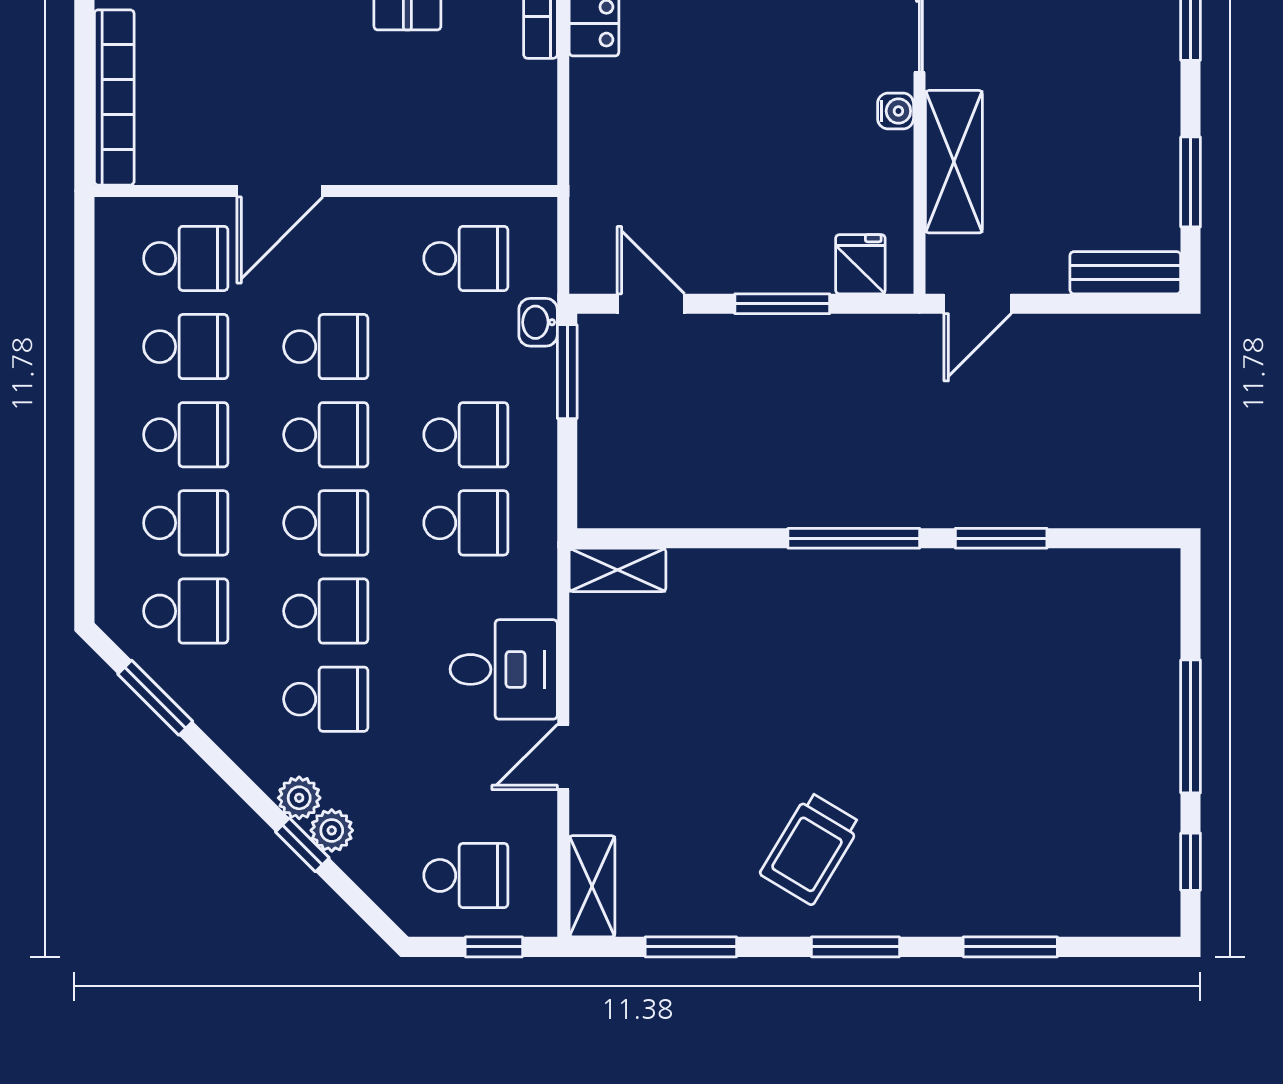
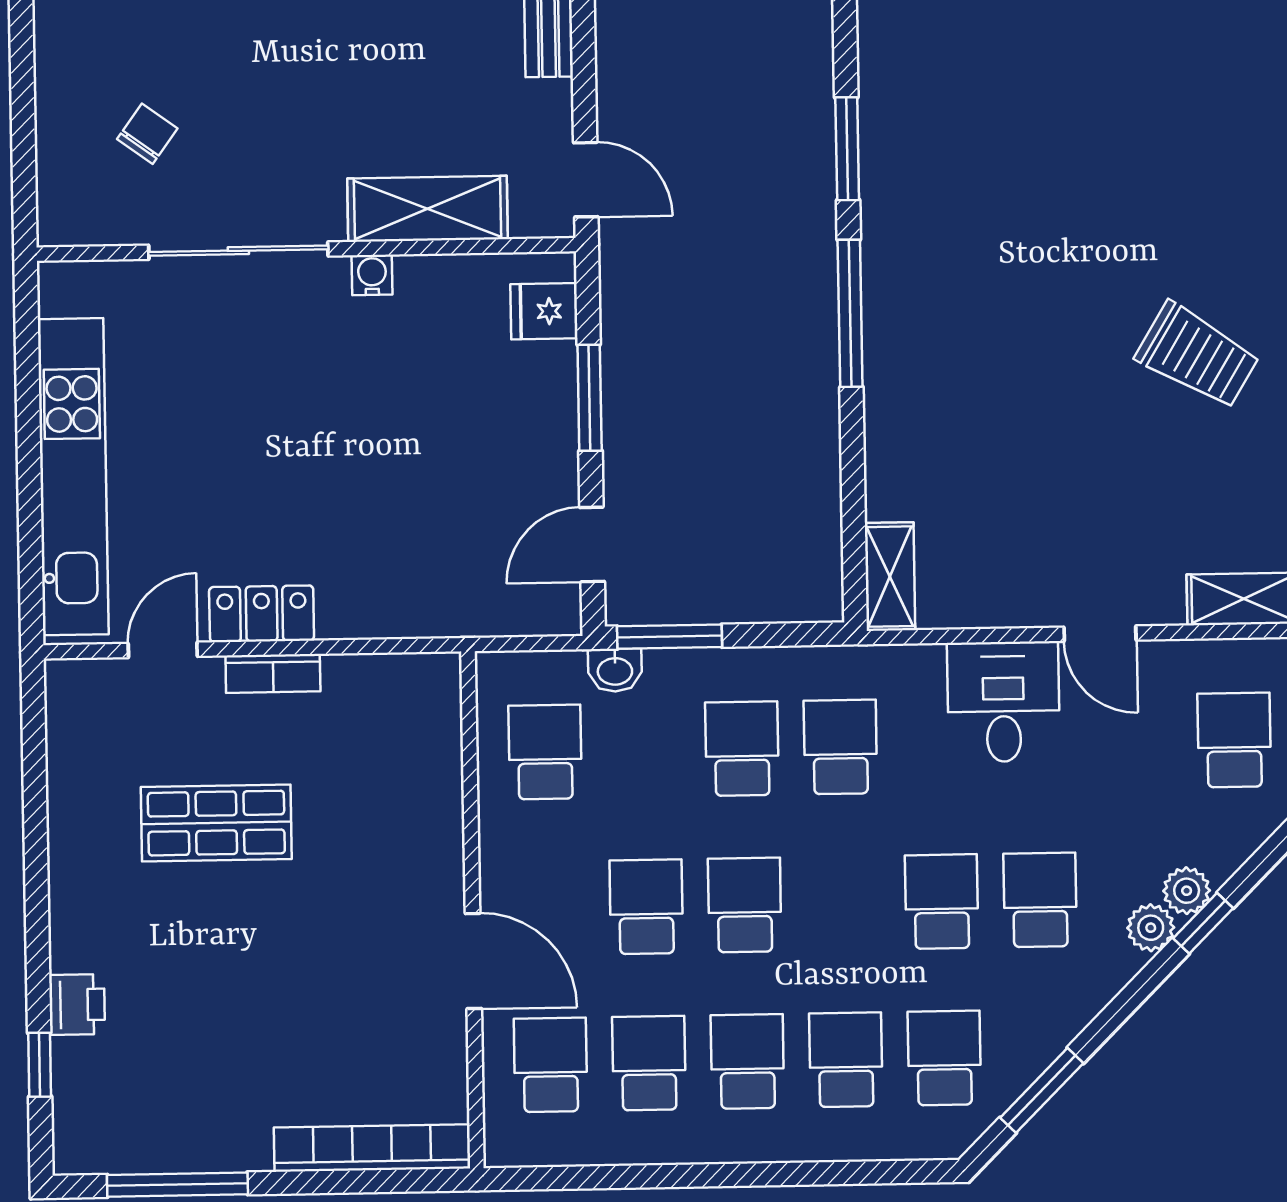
school desk: (326, 523) -> (843, 903), removed

